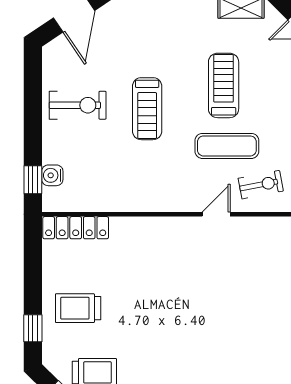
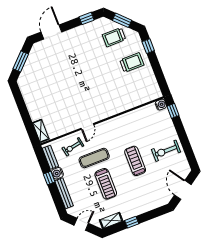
water cooler: (52, 175) -> (161, 105), moved
locker: (76, 228) -> (146, 97), removed

